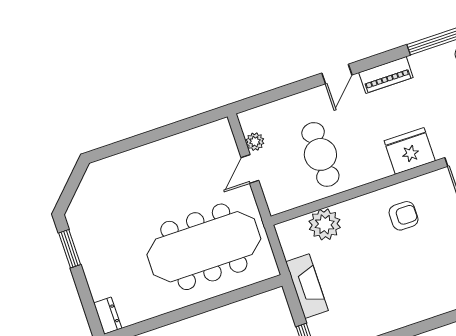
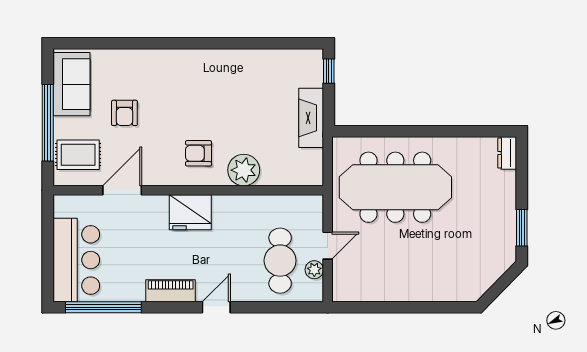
fridge: (410, 151) -> (190, 212), moved
cafe table: (320, 154) -> (280, 261), moved
plant: (325, 224) -> (244, 170), moved

